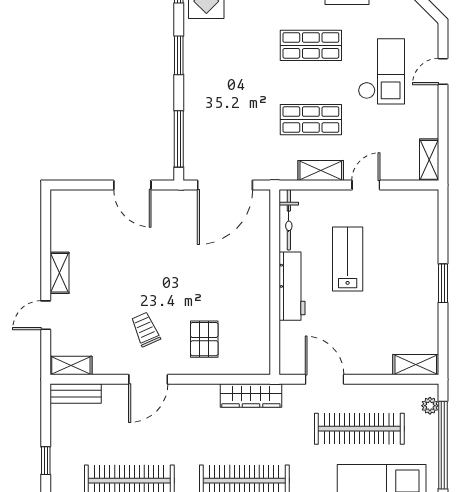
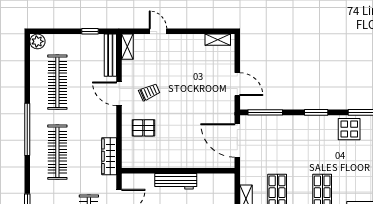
door: (132, 185) -> (237, 84), swing flipped
bicycle: (289, 220) -> (216, 179), removed
shelving: (59, 273) -> (218, 40), moved
bench: (76, 393) -> (110, 55), width x1.36
window: (46, 461) -> (90, 31), moved

